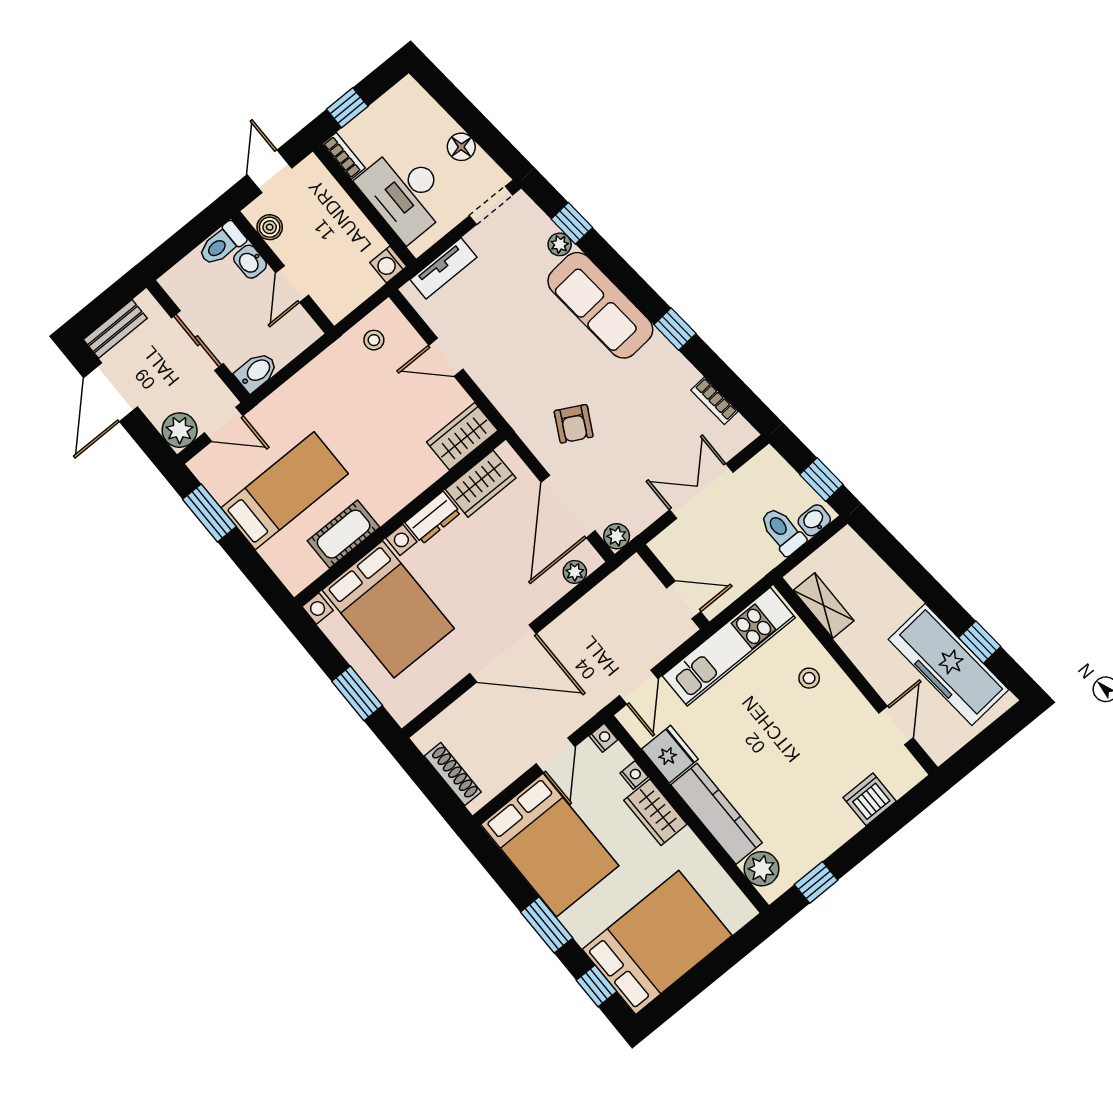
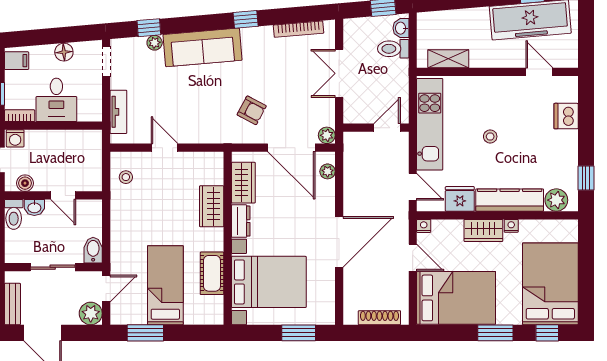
filing cabinet: (406, 99) -> (17, 61), added
desk: (405, 193) -> (56, 100), width x0.73
washing machine: (388, 265) -> (15, 138), moved
door: (446, 357) -> (164, 148), swing flipped
bookcase: (714, 401) -> (299, 29), width x1.56
wardrobe: (462, 436) -> (212, 206), moved
stool: (809, 678) -> (490, 137), moved
nightstand: (634, 775) -> (511, 226), moved

